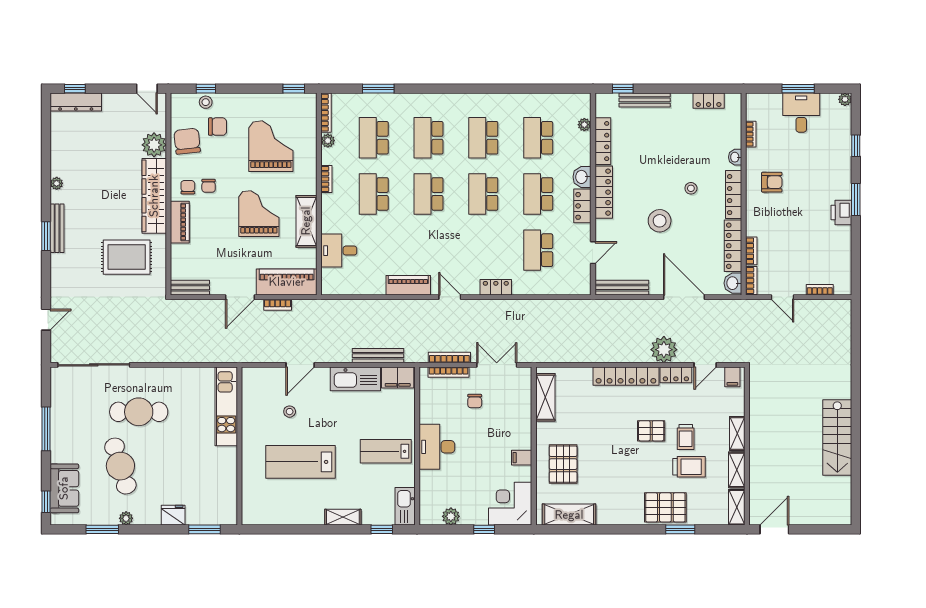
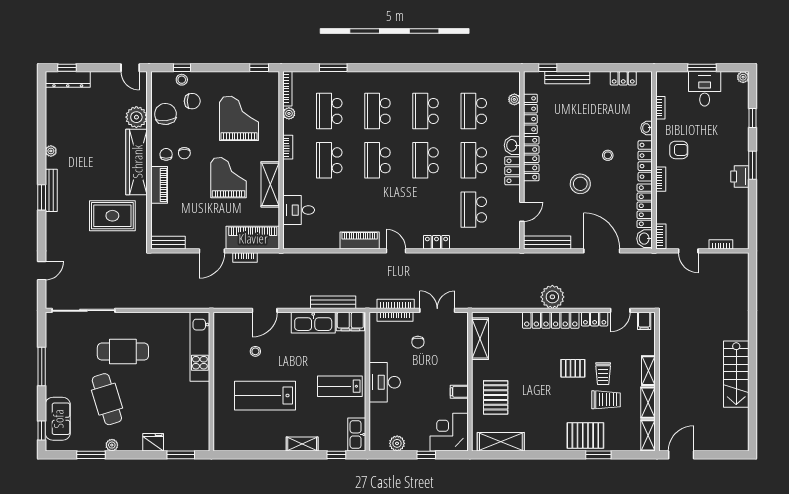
bookcase: (751, 251) -> (661, 179), moved
plant: (664, 350) -> (552, 297), moved

